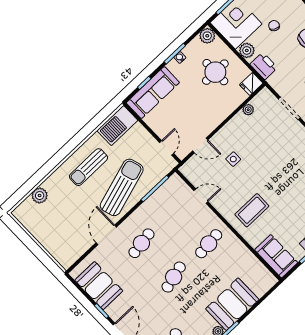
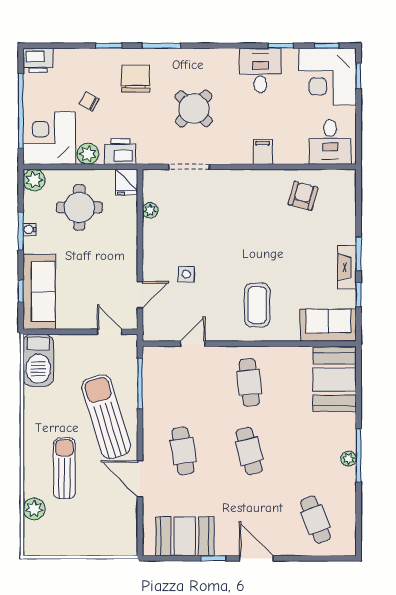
sun lounger: (88, 167) -> (64, 468), moved, turned 180
booth: (232, 304) -> (335, 379), moved

